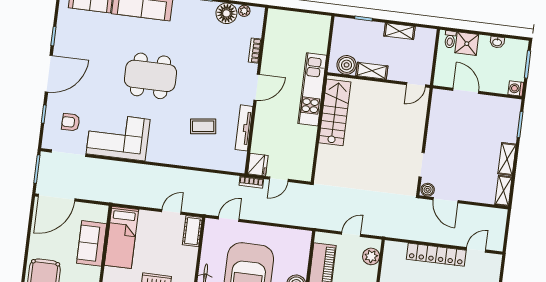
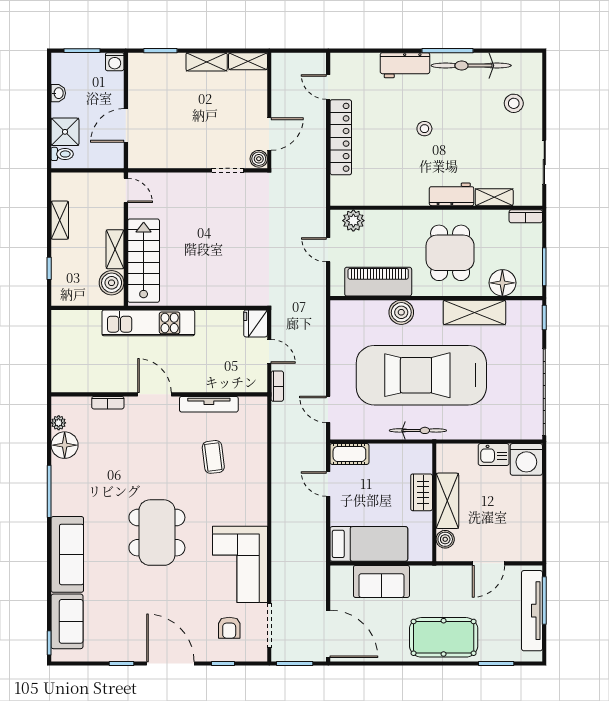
stairs: (335, 112) -> (144, 261), moved, turned 90
fridge: (258, 165) -> (256, 323), moved, turned -90

